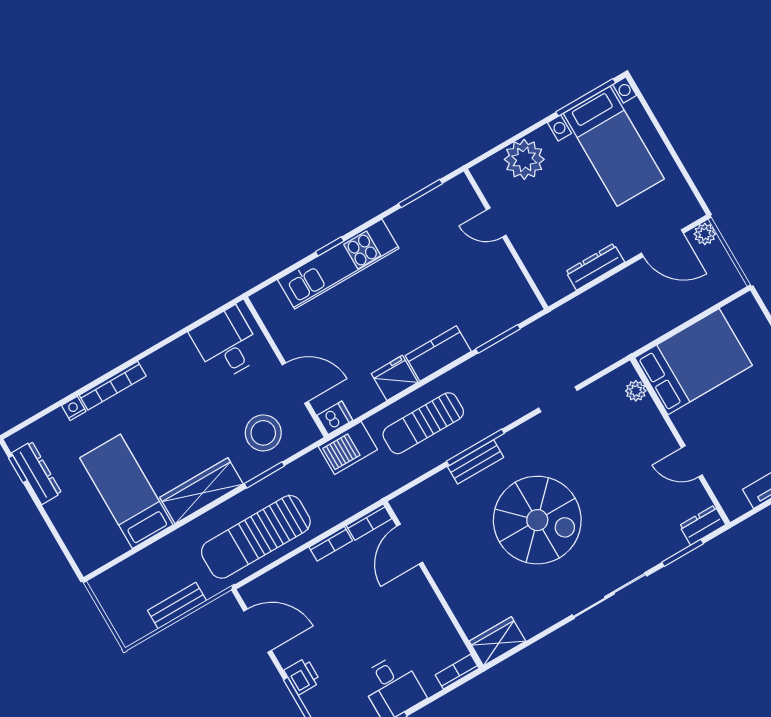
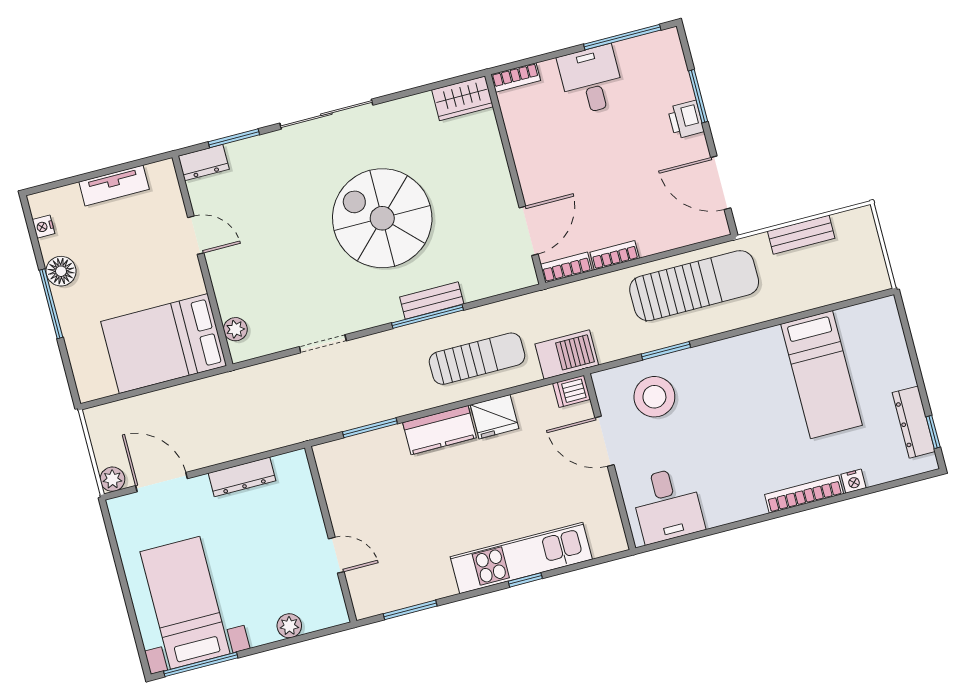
plant: (524, 159) -> (289, 626), width x0.53, depth x0.53
wardrobe: (201, 491) -> (739, 352), removed

